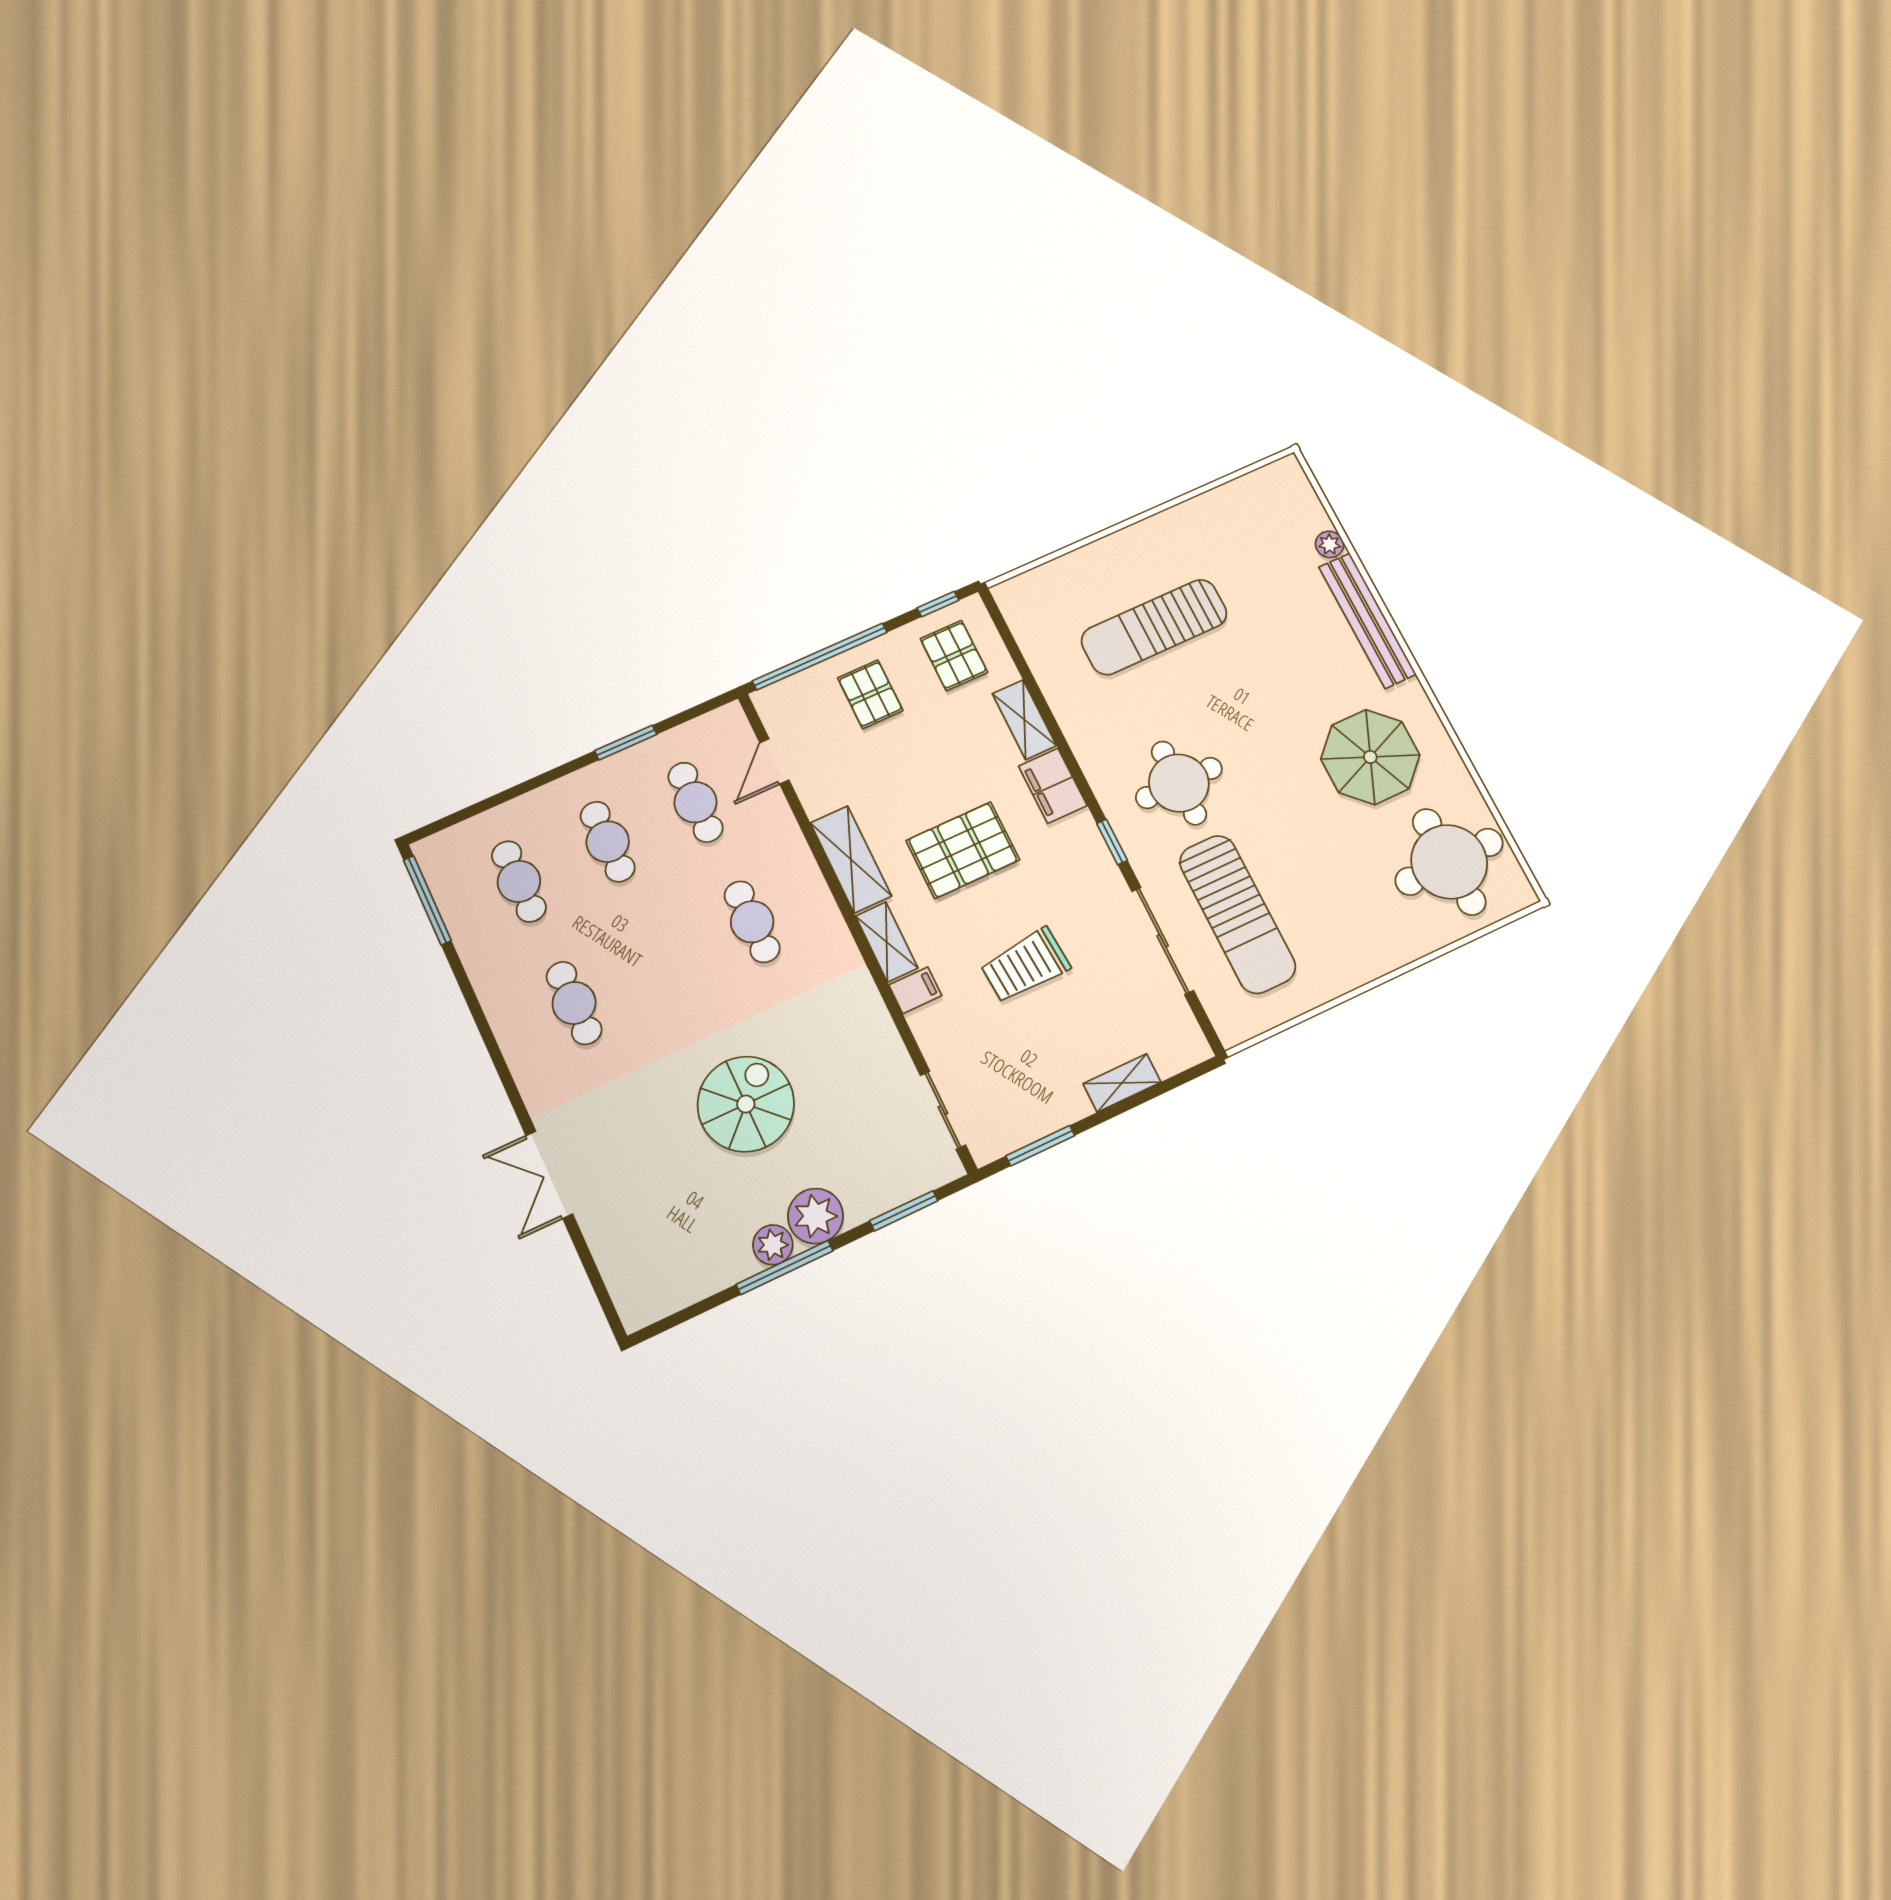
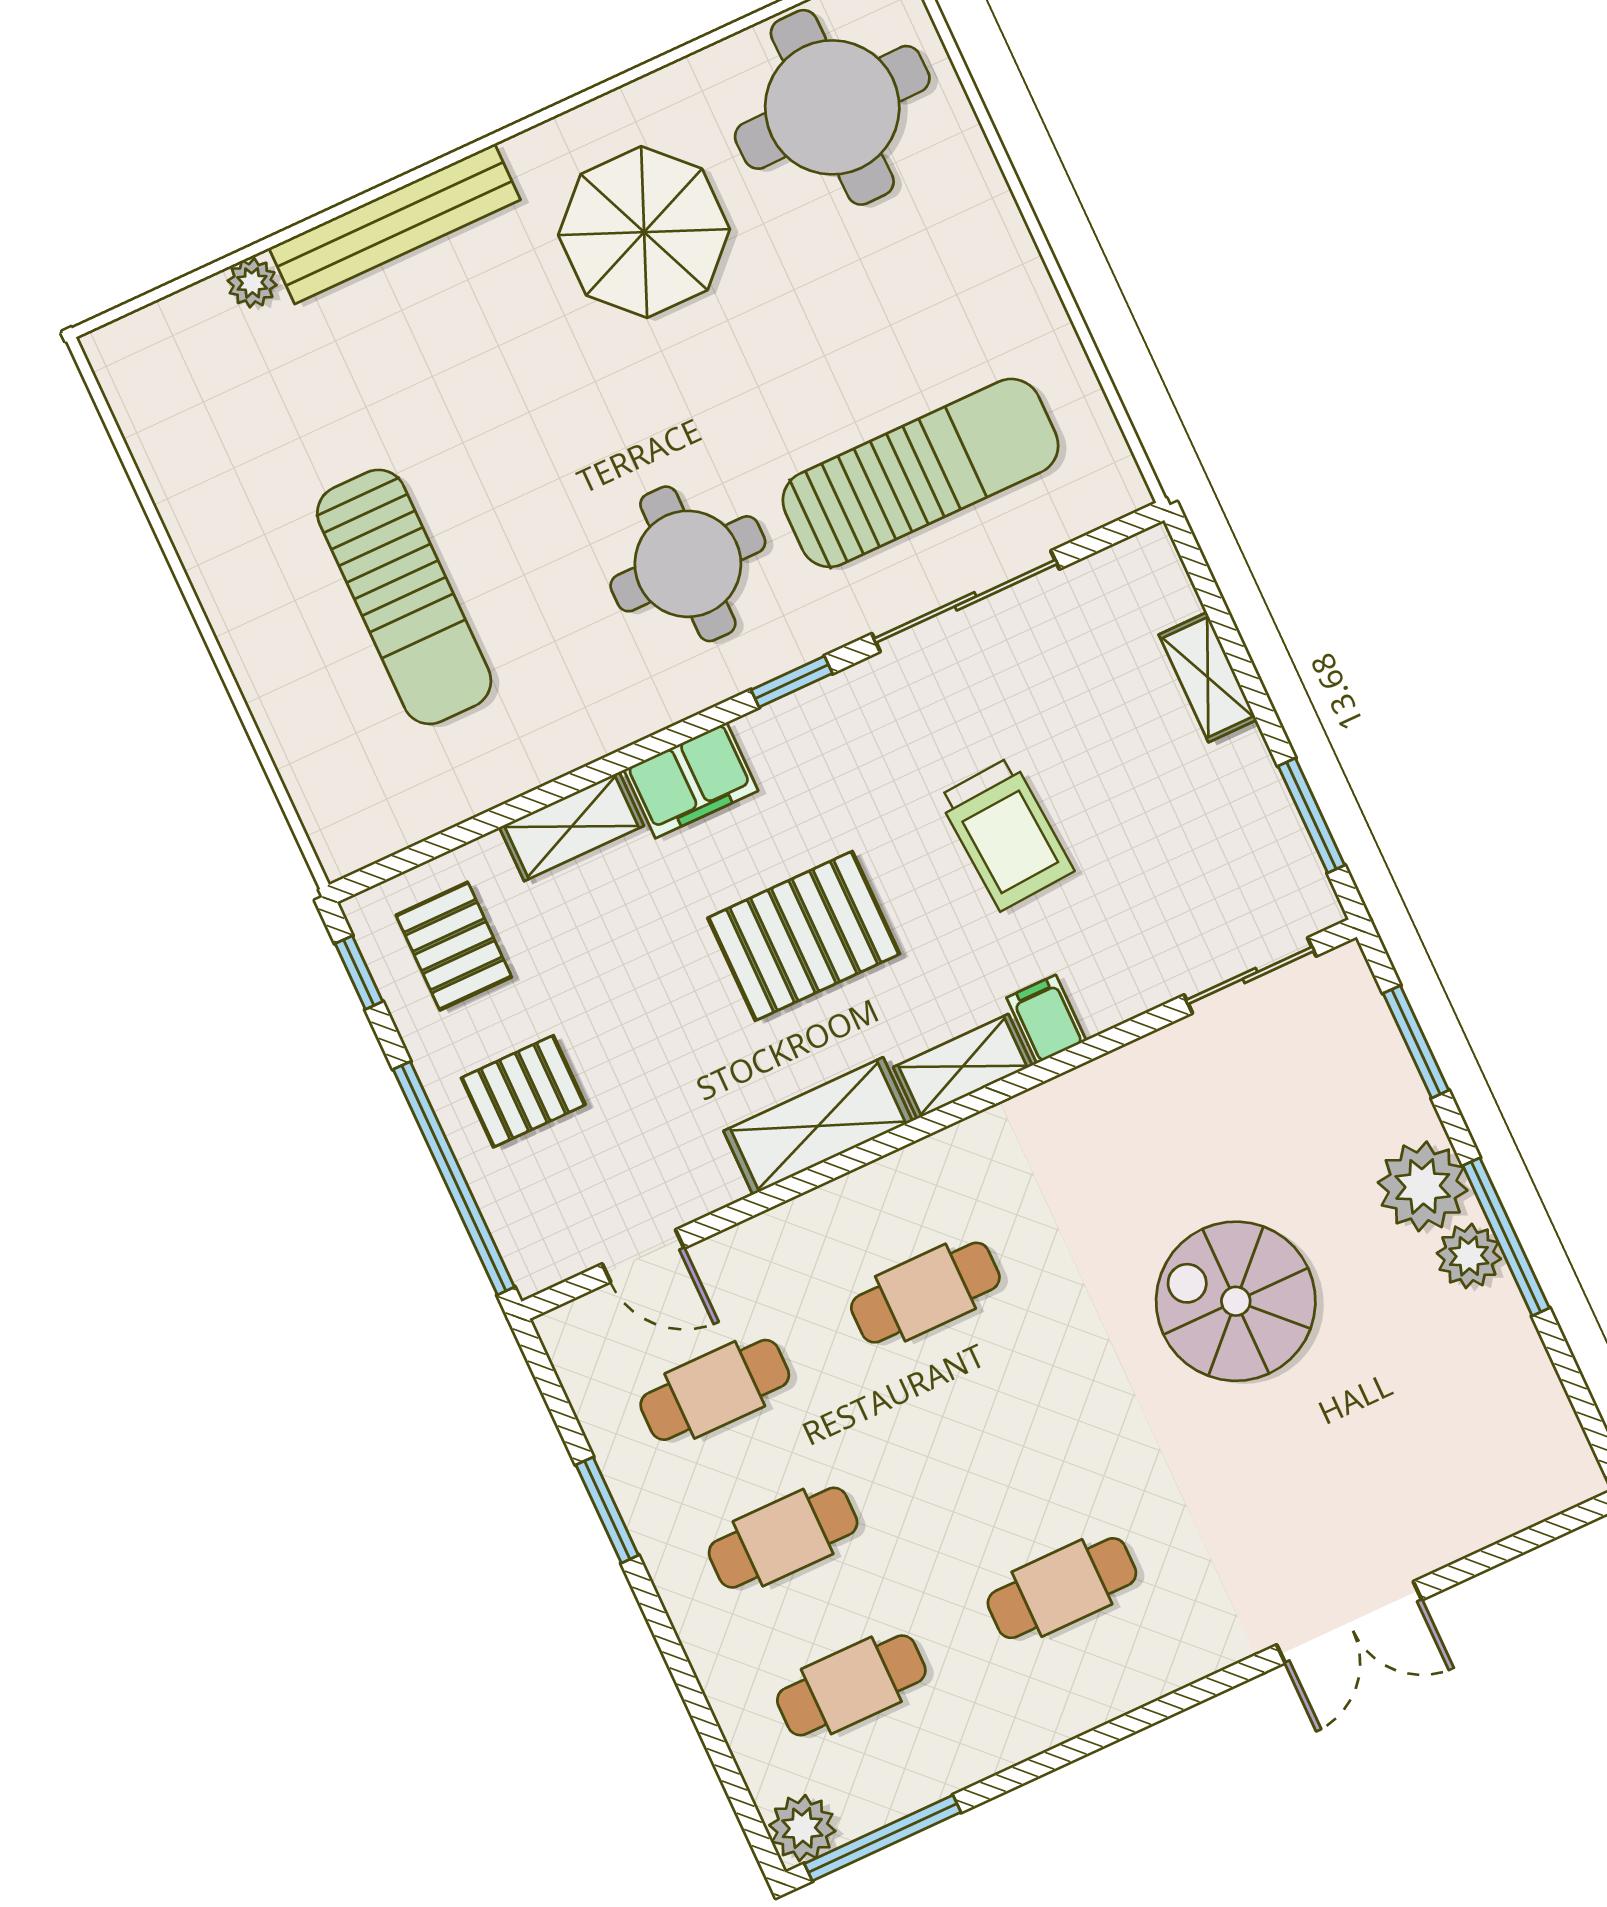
pallet: (954, 655) -> (454, 946), turned 90
pallet: (963, 850) -> (804, 936), turned 90
plant: (435, 854) -> (802, 1828), added

